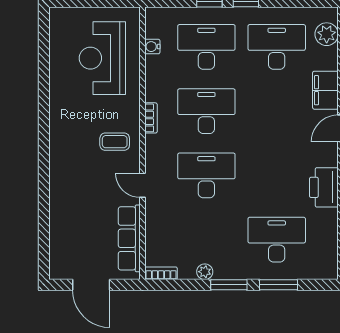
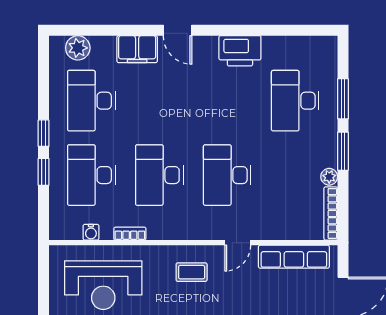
bookcase: (151, 118) -> (130, 234), moved
coffee table: (115, 142) -> (192, 272), turned 90
bookcase: (161, 273) -> (331, 213), width x1.56

